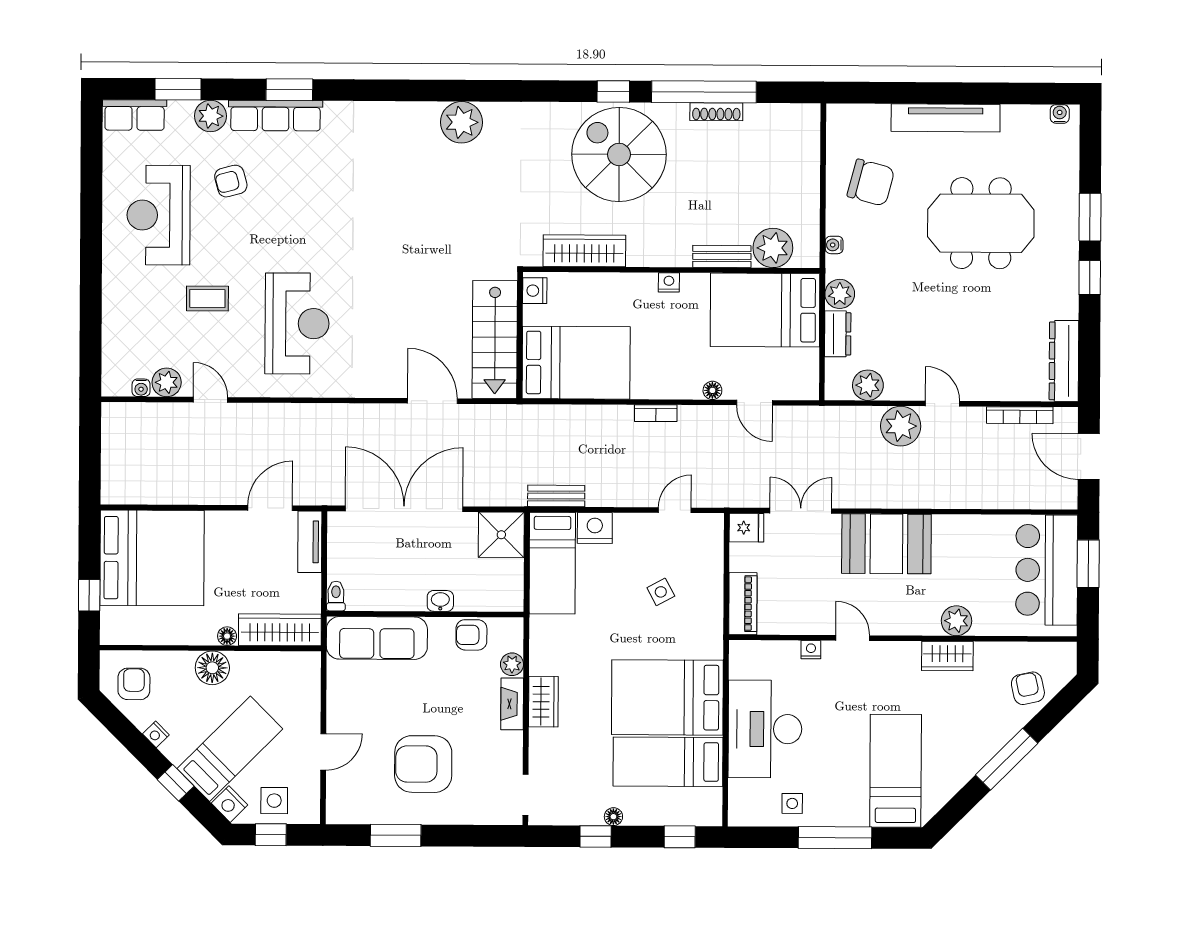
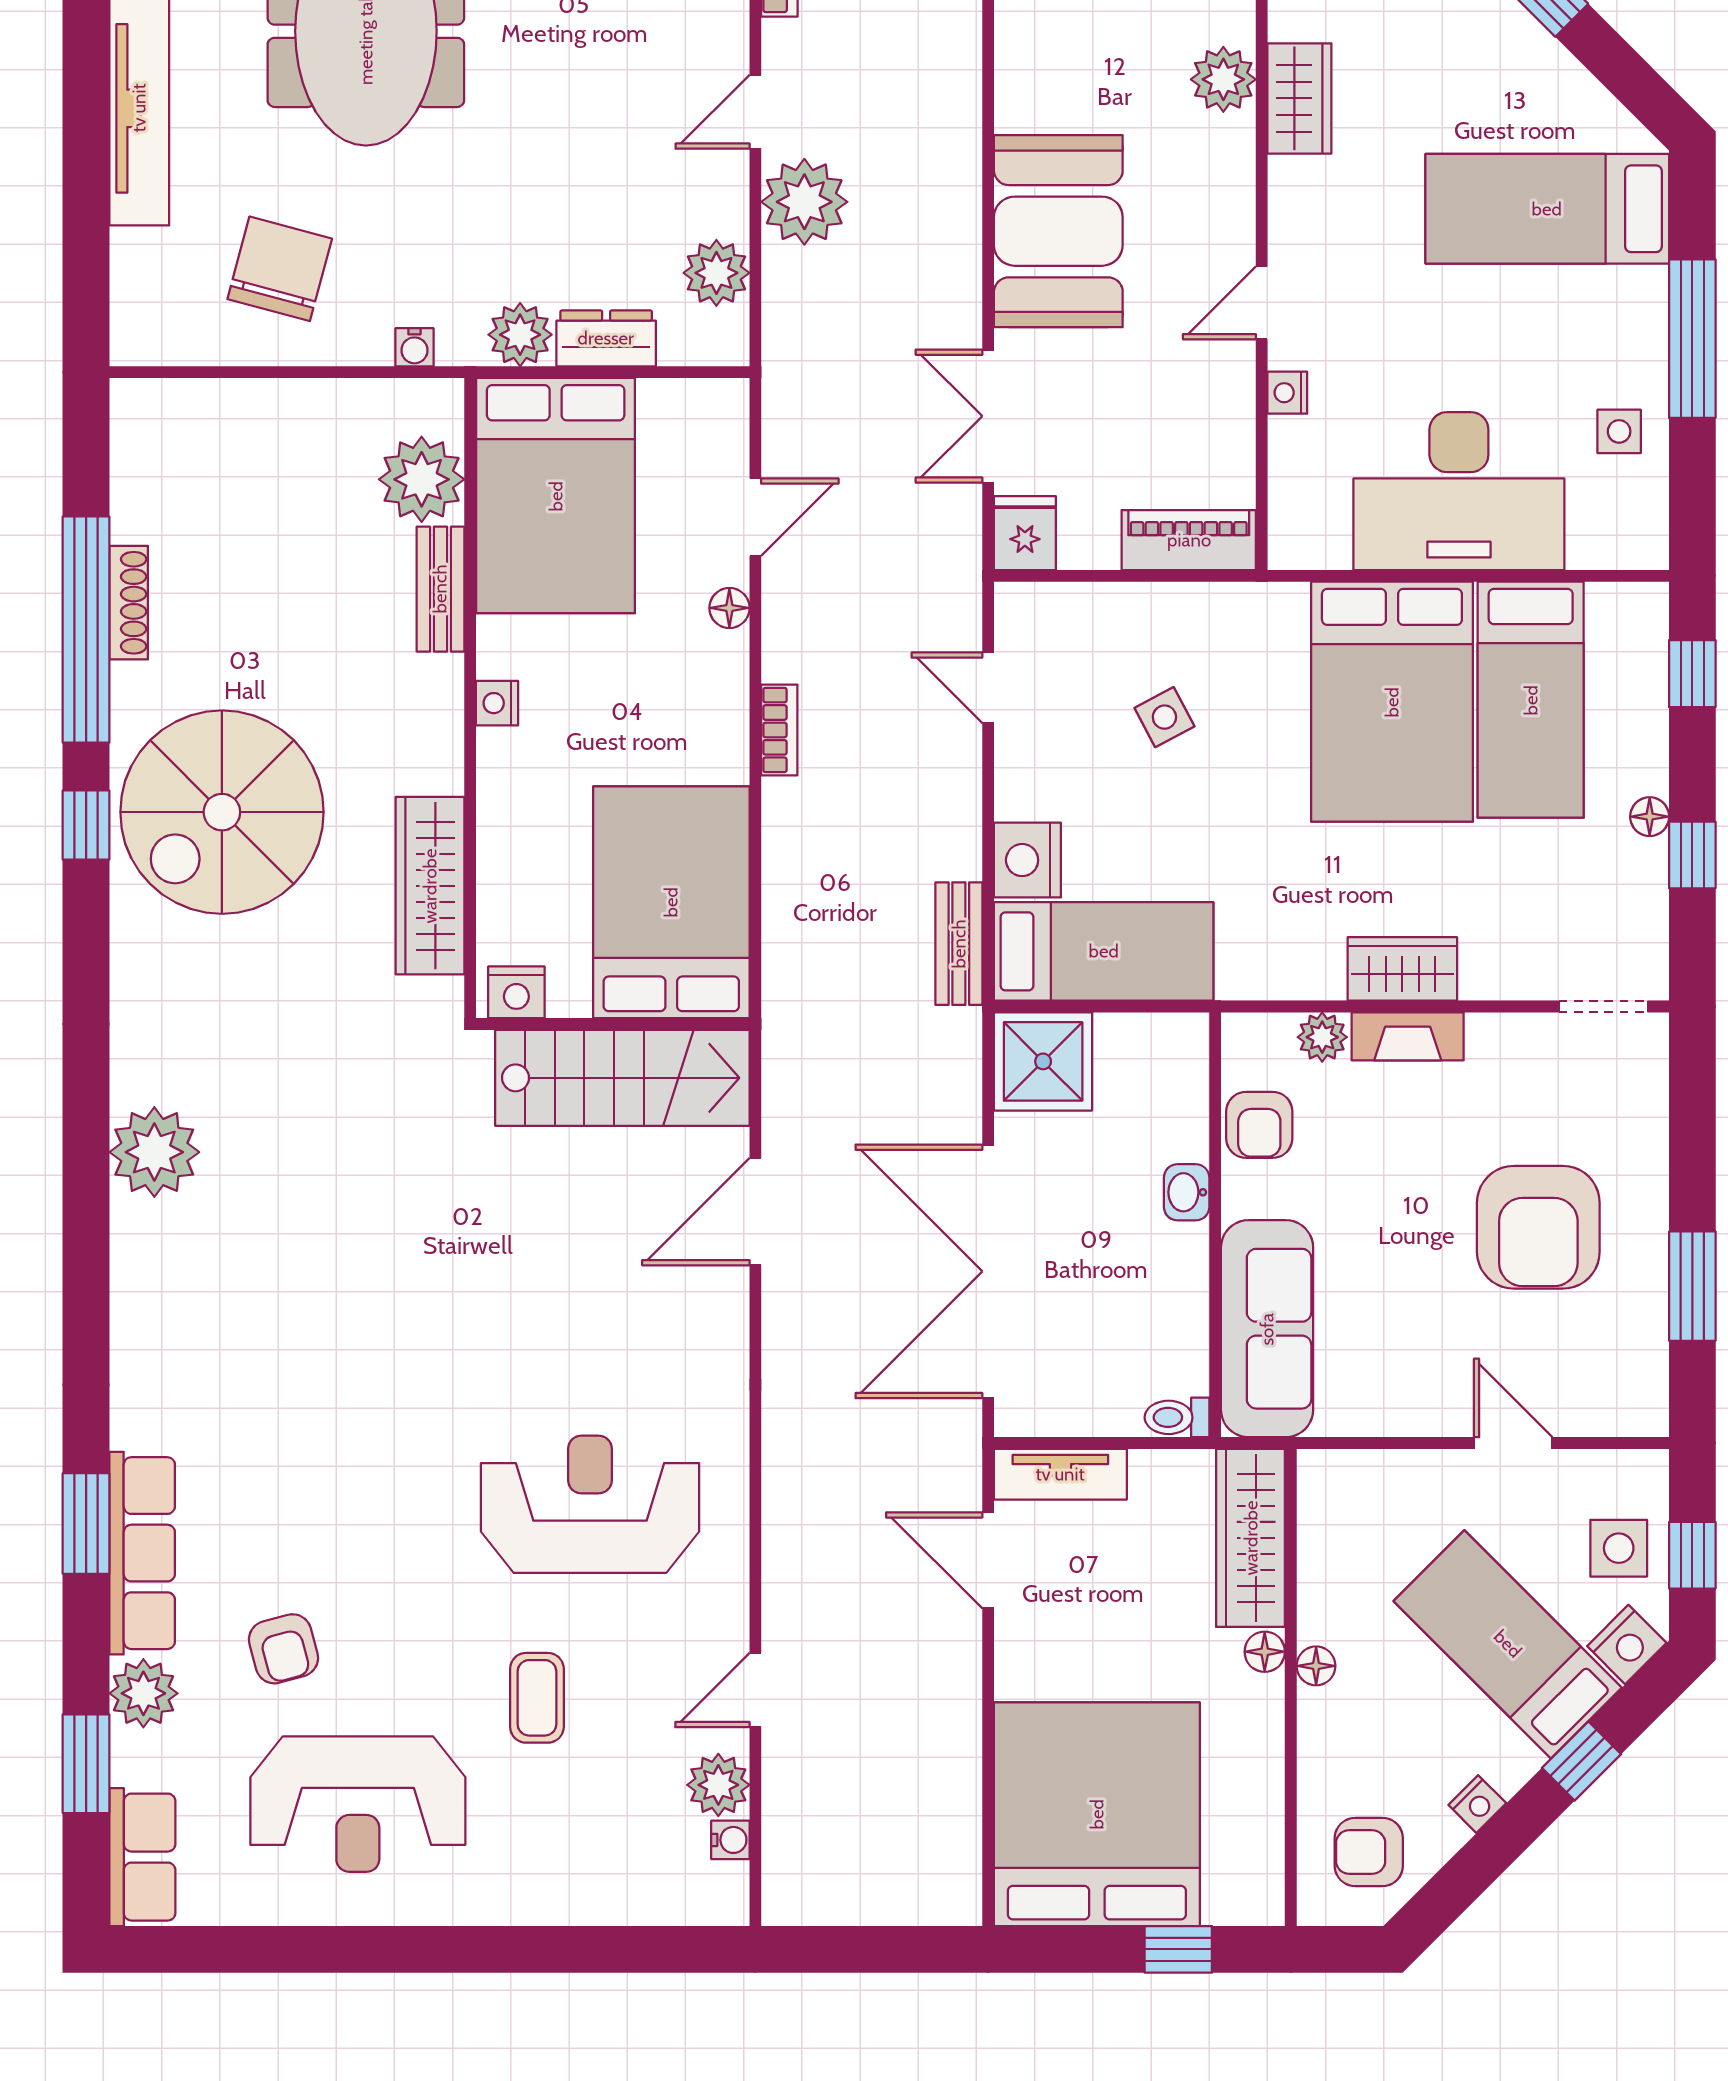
floor lamp: (212, 668) -> (1316, 1666), width x0.53, depth x0.53

